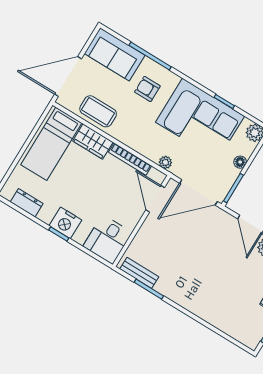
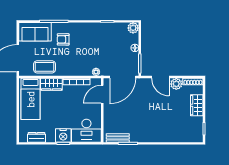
corner sofa: (200, 119) -> (100, 38), removed
door: (155, 199) -> (102, 94), hinge flipped
desk: (108, 239) -> (86, 131), width x1.37

